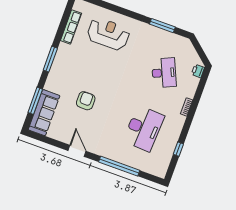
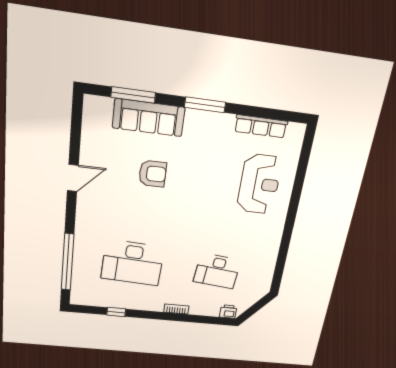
window: (162, 26) -> (283, 255), removed
desk: (164, 73) -> (217, 271), turned 30
sofa: (44, 113) -> (149, 118), moved
window: (119, 166) -> (67, 262), moved

